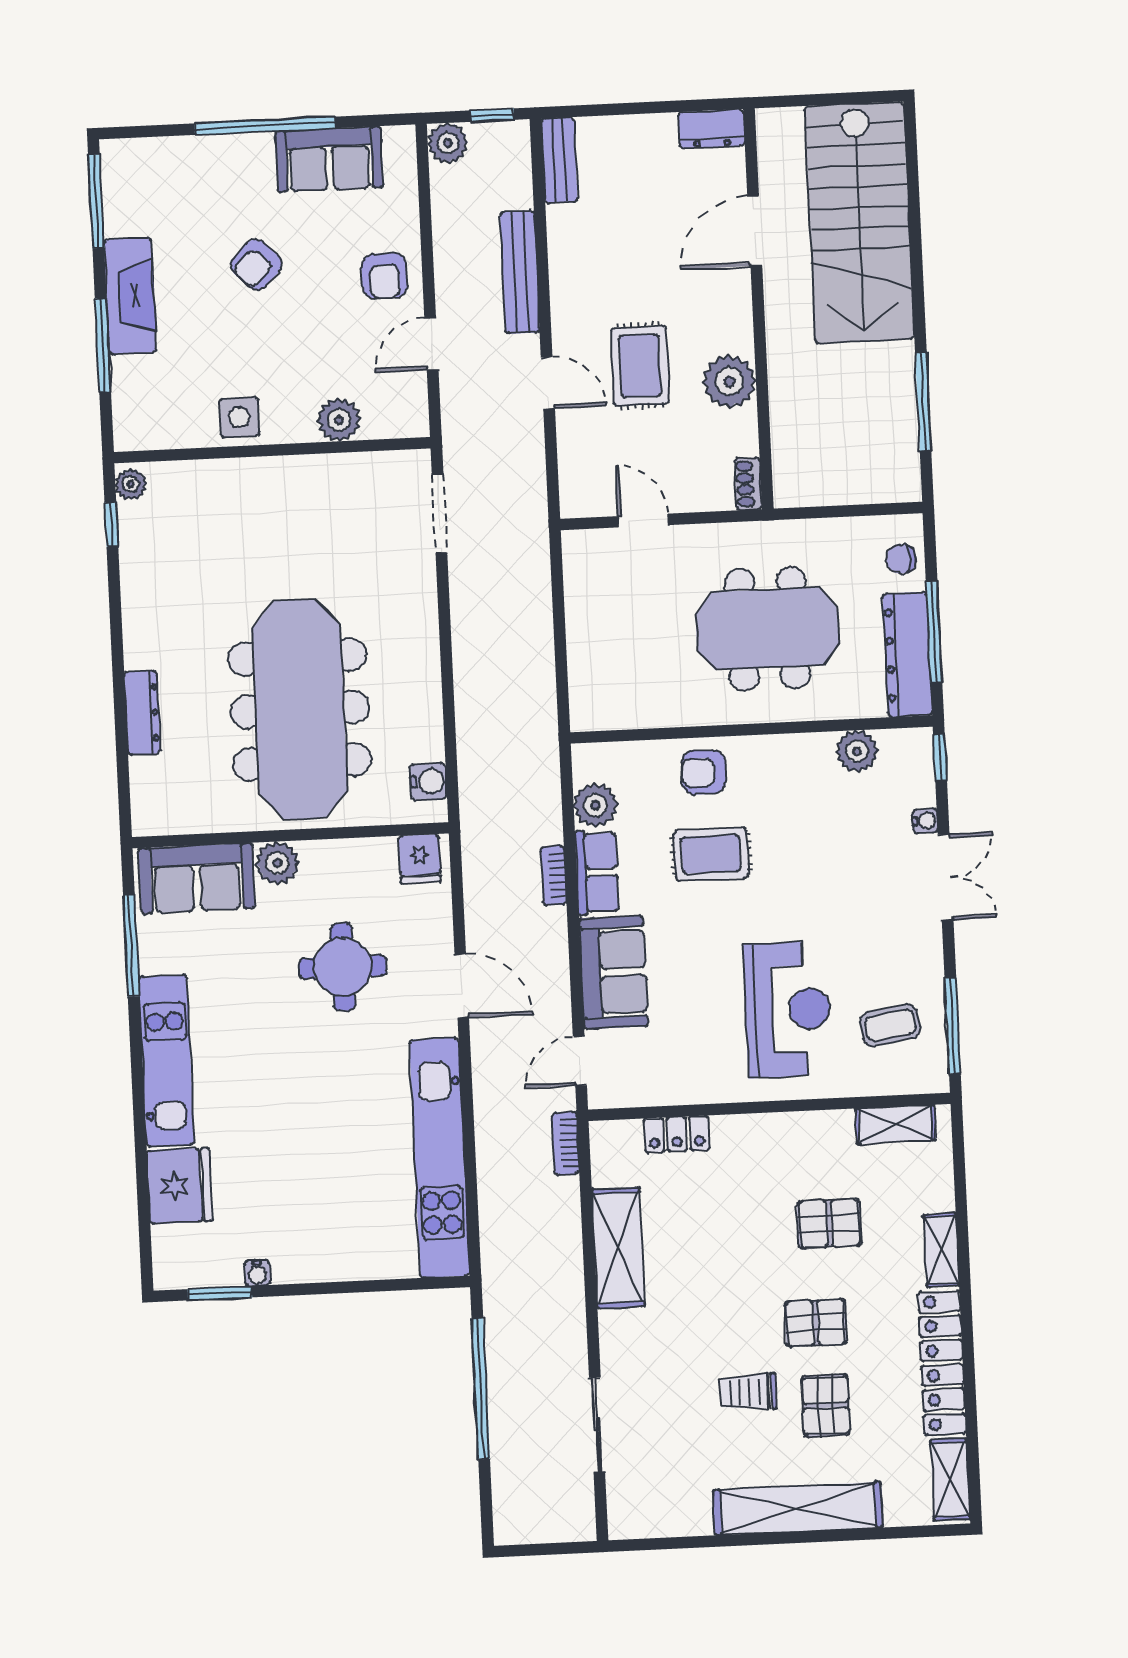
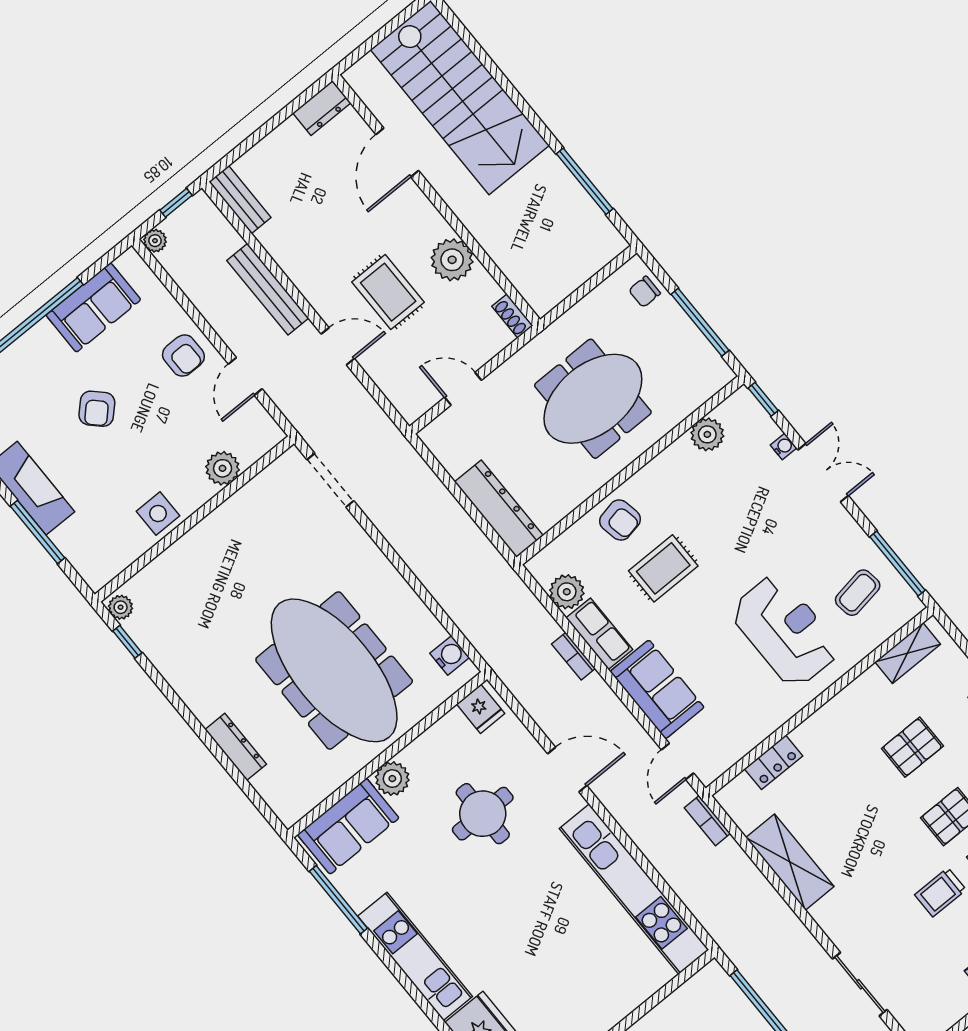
plant: (448, 143) -> (155, 241), width x0.73, depth x0.73
dresser: (907, 654) -> (499, 509), moved, turned 180
armchair: (704, 772) -> (620, 520), turned -101

